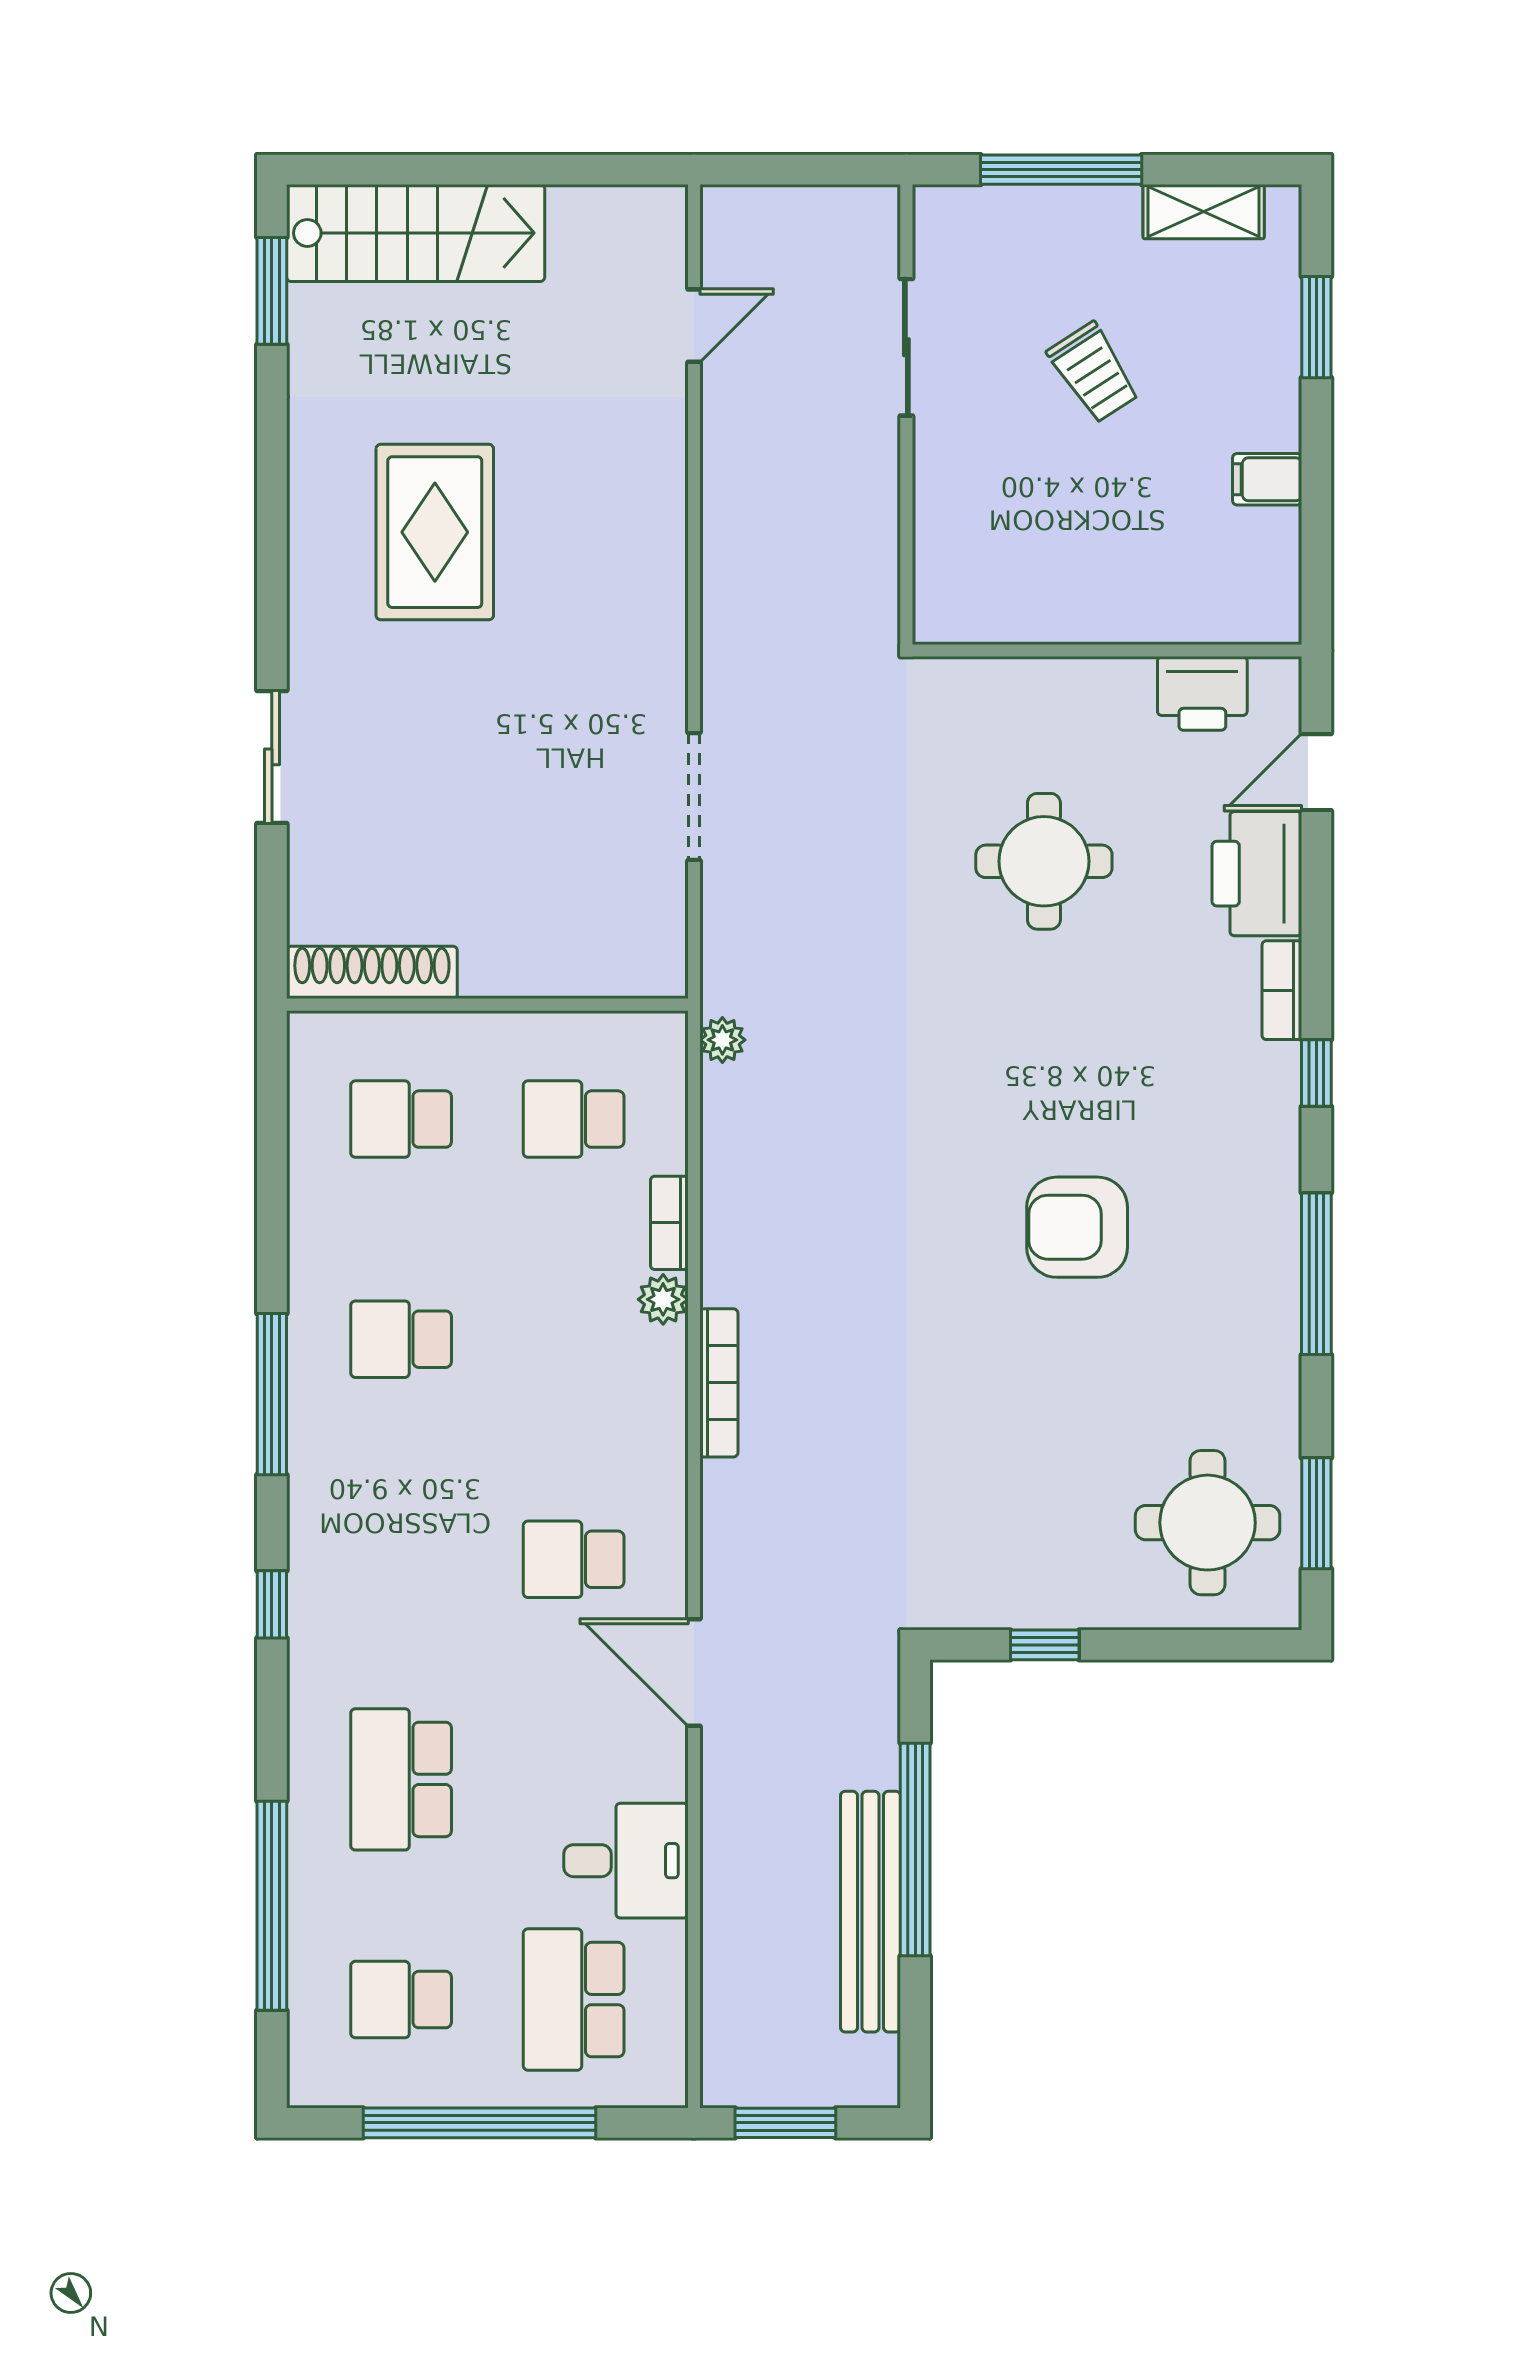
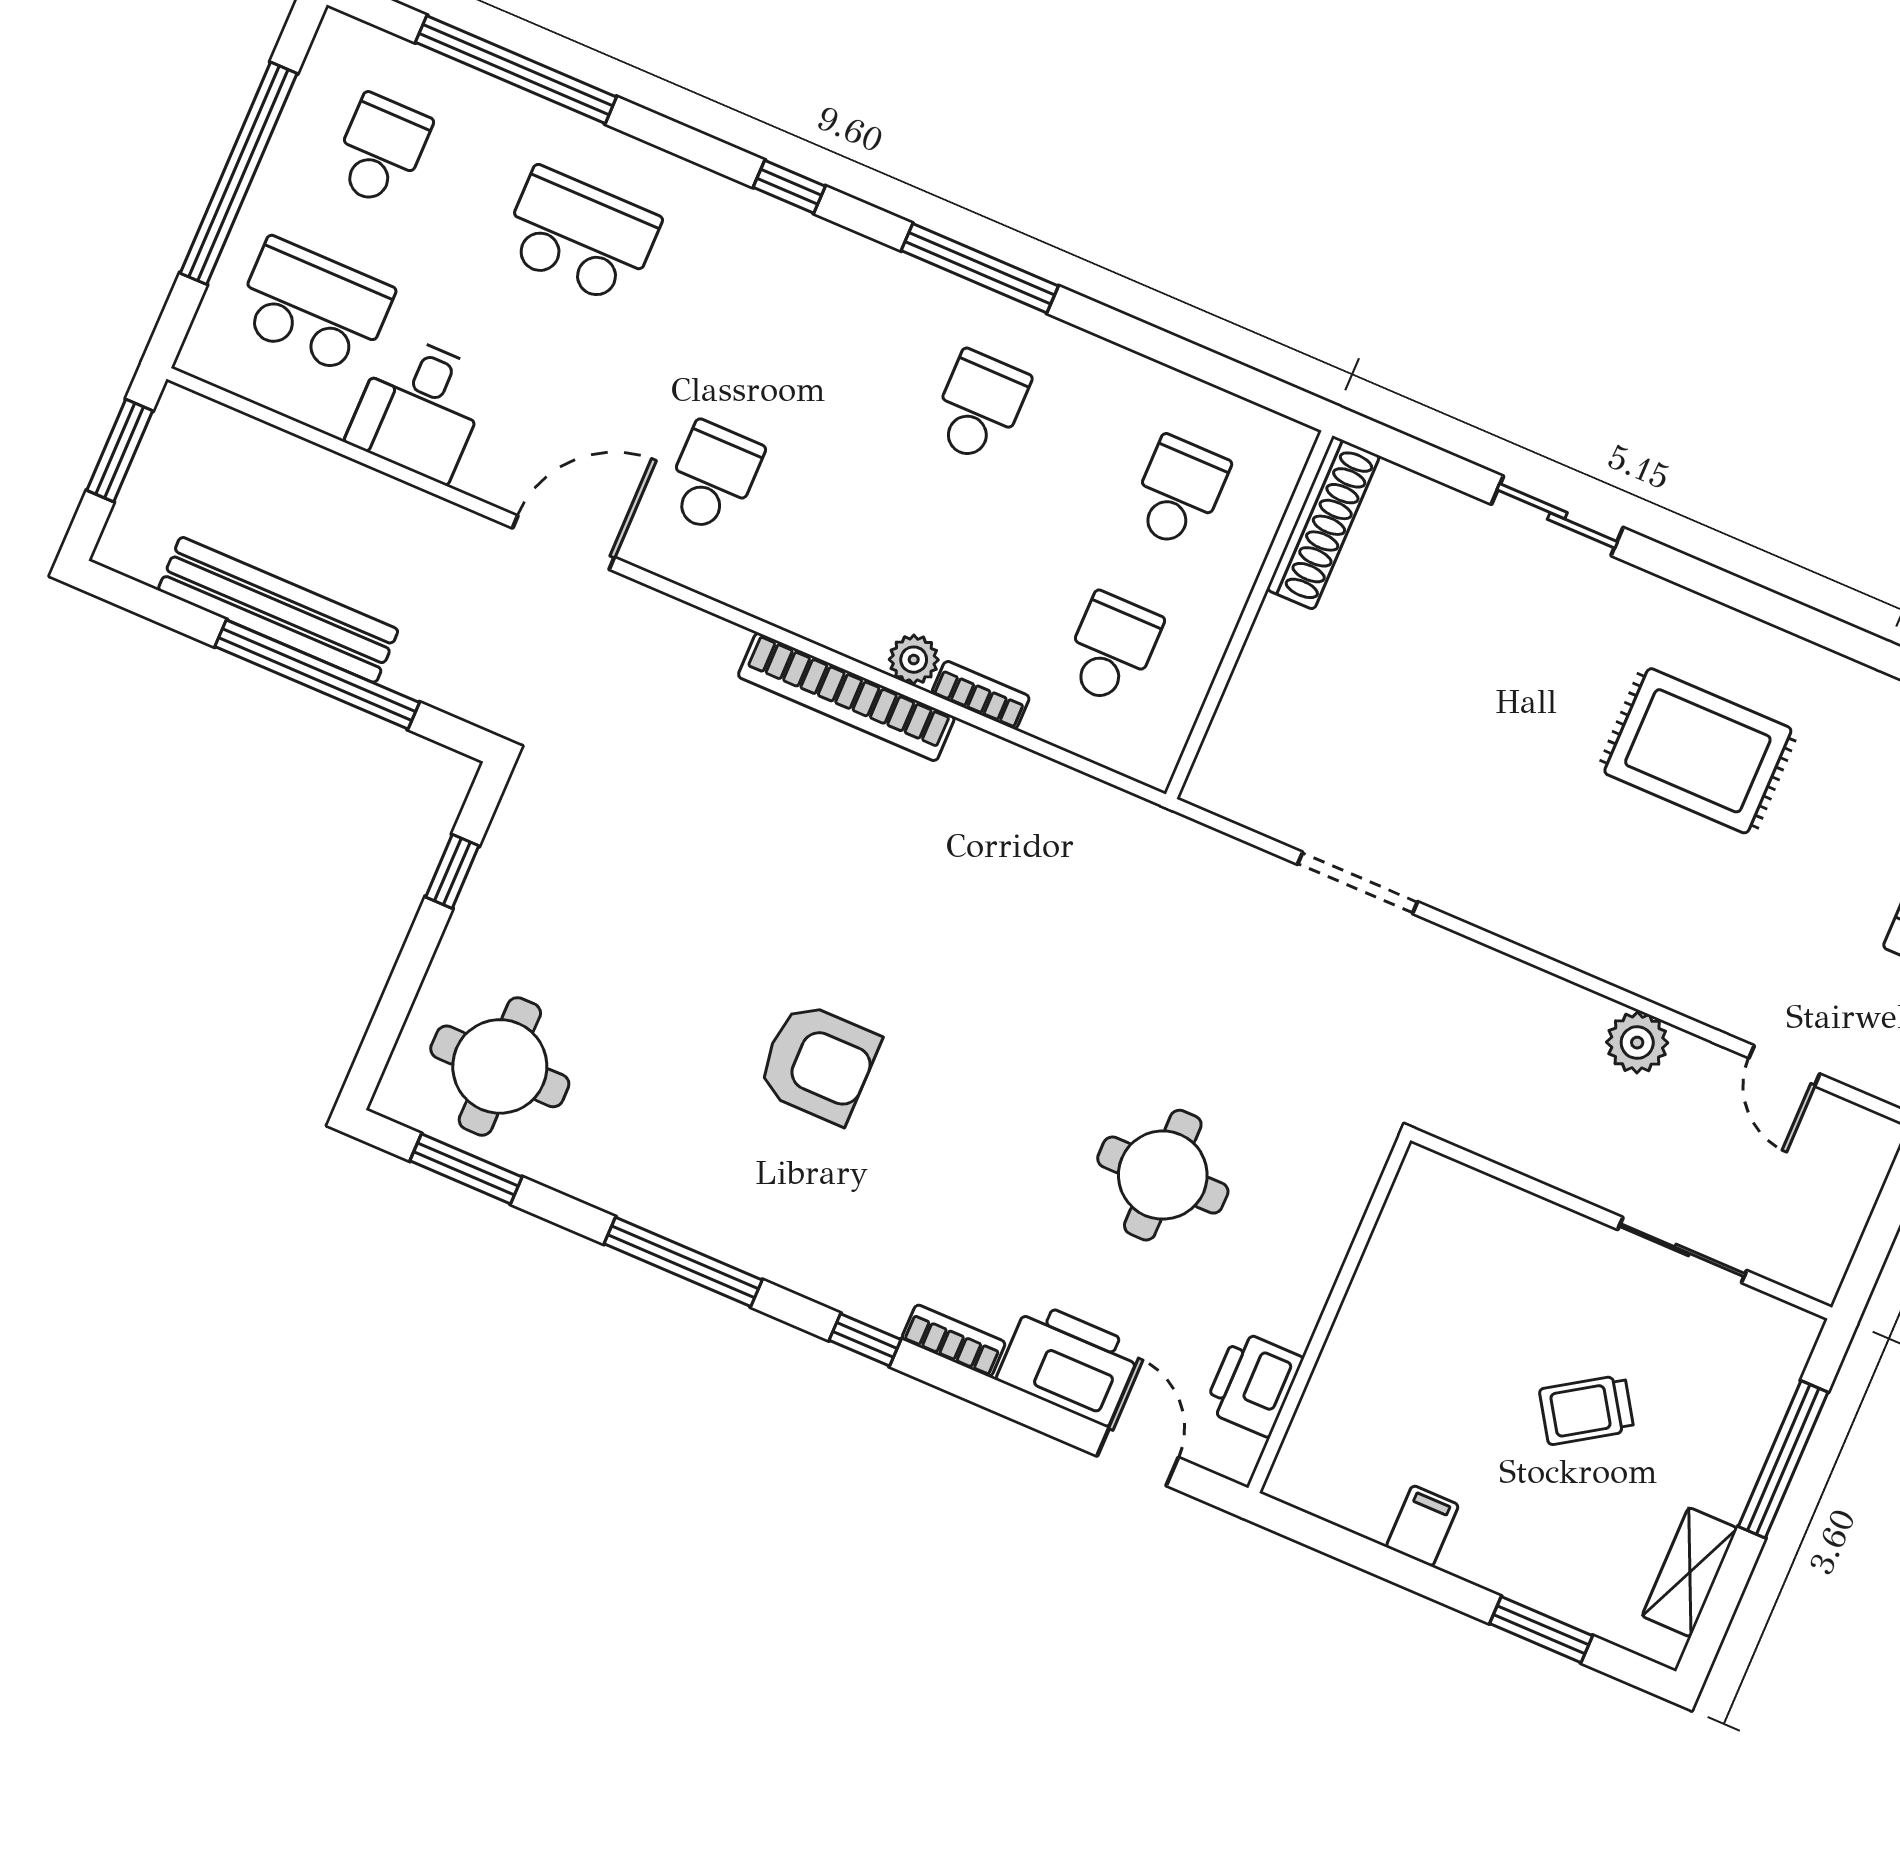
plant: (722, 1040) -> (1637, 1043), moved, width x1.38, depth x1.38
armchair: (1077, 1227) -> (818, 1063), turned 90
bookcase: (719, 1383) -> (846, 697), width x1.48, depth x1.31

